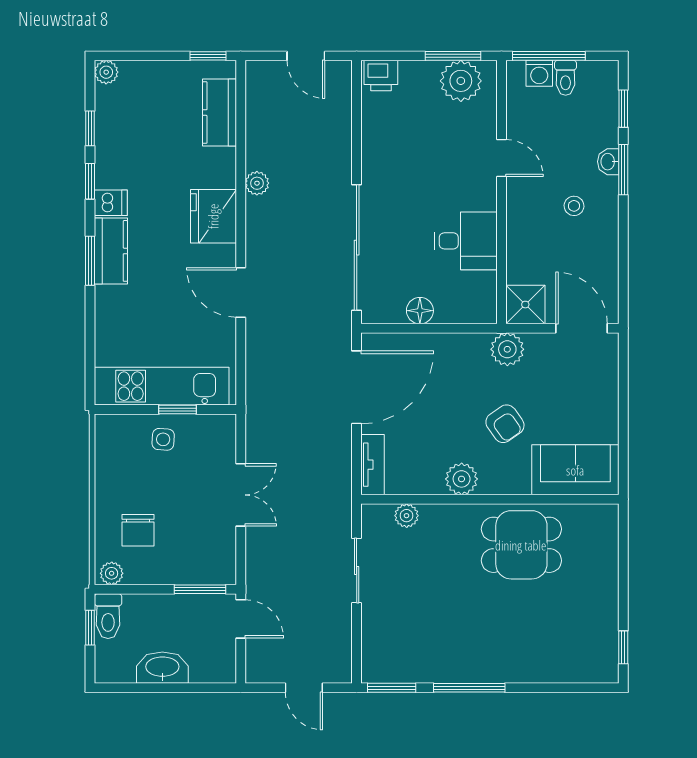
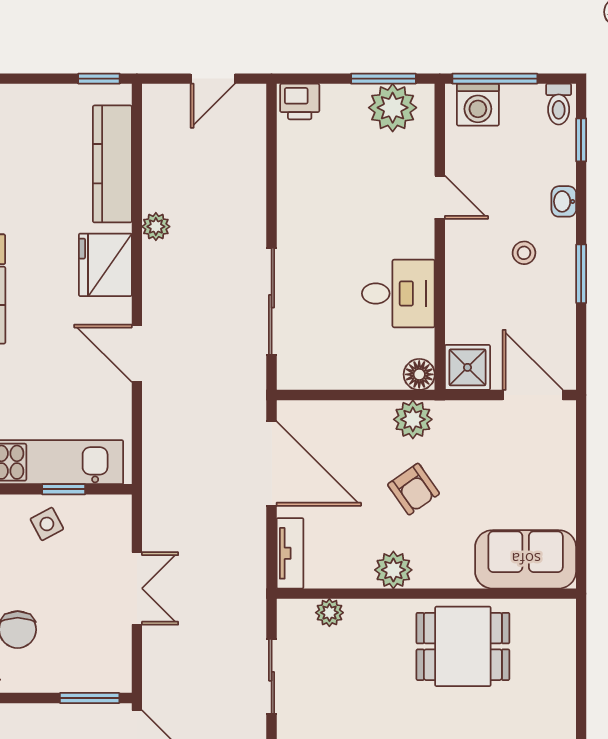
door: (306, 56) -> (213, 79), hinge flipped
washing machine: (539, 73) -> (478, 105), width x1.38, depth x1.38
toilet: (566, 78) -> (559, 104), moved
kitchen counter: (220, 113) -> (112, 164), width x1.50
window: (623, 170) -> (581, 274), moved
sliding door: (357, 248) -> (272, 301), width x0.73
floor lamp: (420, 311) -> (419, 374), moved
plant: (507, 349) -> (413, 419), moved
door: (357, 387) -> (272, 464), hinge flipped
armchair: (505, 424) -> (414, 489), moved
side table: (163, 439) -> (47, 524), turned -32

